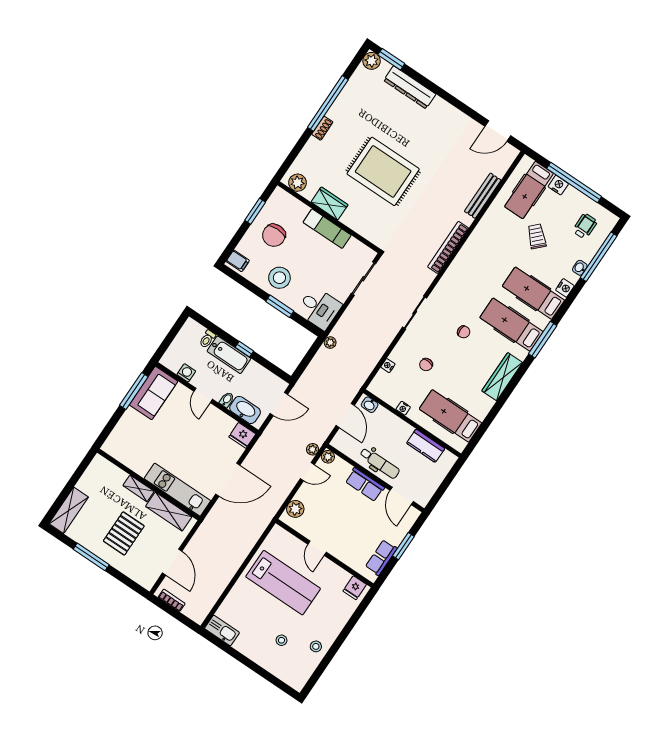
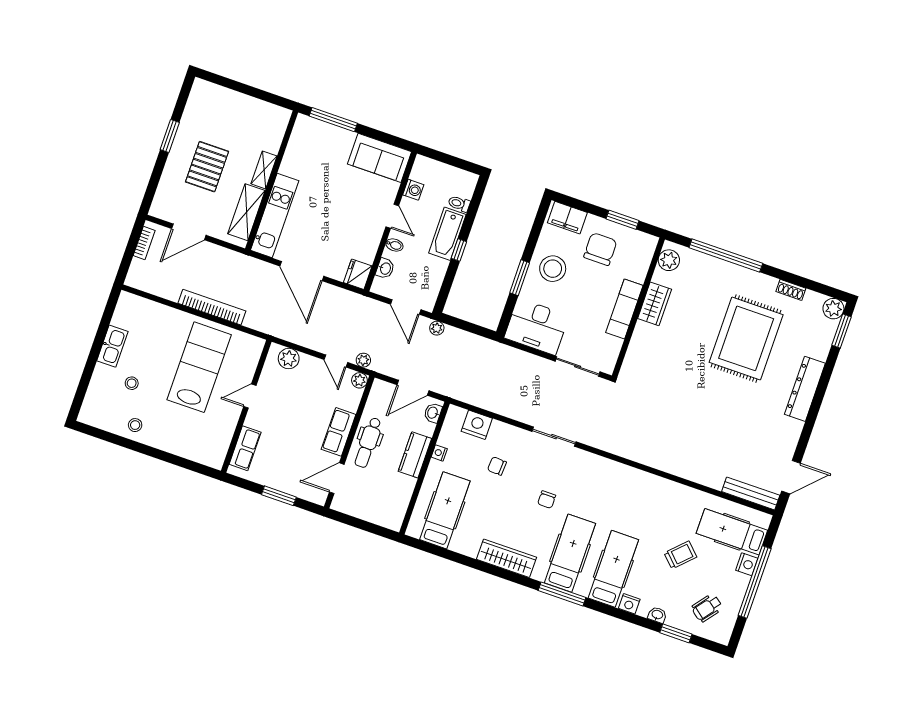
dresser: (410, 87) -> (805, 389), moved
window: (328, 103) -> (726, 256), moved
shoe rack: (322, 128) -> (791, 290), moved
door: (498, 131) -> (791, 477), swing flipped
rug: (383, 171) -> (746, 338), moved
bench: (483, 196) -> (751, 493), moved
wheelchair: (585, 226) -> (707, 608), turned 128
chair: (274, 235) -> (600, 249), turned 90
bookcase: (448, 247) -> (212, 307), moved
window: (599, 257) -> (676, 633), width x0.47
filing cabinet: (238, 261) -> (567, 218), width x2.00
desk: (319, 308) -> (537, 327), width x1.37
plant: (330, 343) -> (437, 328), moved
nightstand: (388, 366) -> (477, 425), width x1.89, depth x1.79
window: (134, 391) -> (333, 120), moved
door: (203, 395) -> (392, 216), swing flipped
washbasin: (245, 410) -> (385, 268), width x0.52, depth x0.69
kitchen counter: (426, 446) -> (415, 455), moved
shelving: (69, 510) -> (217, 96), removed
pallet: (124, 533) -> (207, 167), turned 90
window: (91, 557) -> (170, 136), width x0.69
row of seats: (381, 558) -> (245, 448), moved, turned 90
lab bench: (283, 583) -> (199, 367), turned 180
fridge: (355, 588) -> (215, 452), removed
kitchen sink: (222, 630) -> (112, 346), moved

